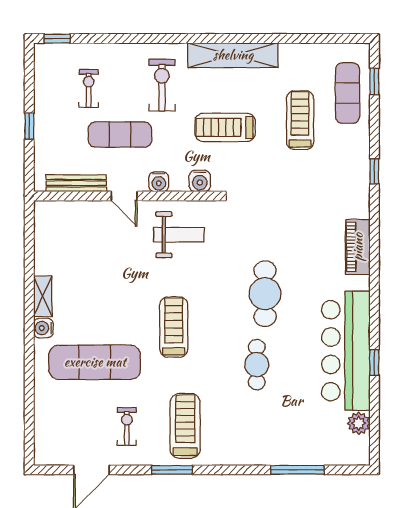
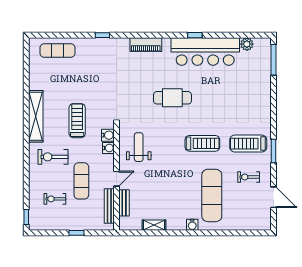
window: (374, 82) -> (51, 35), removed
treadmill: (300, 120) -> (73, 78), removed
treadmill: (225, 127) -> (77, 121), turned 180
water cooler: (159, 182) -> (108, 148), moved
bench: (82, 209) -> (124, 203), added
shelving: (43, 296) -> (154, 225), moved
treadmill: (174, 327) -> (202, 143), moved, turned 180
window: (374, 363) -> (195, 35), moved
cafe table: (257, 365) -> (213, 103), removed
window: (297, 470) -> (273, 60), moved

